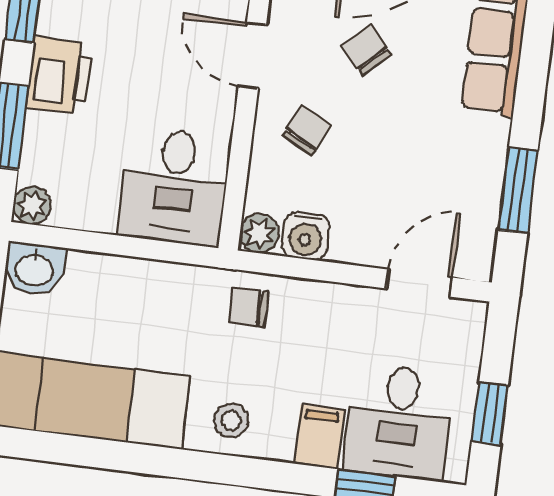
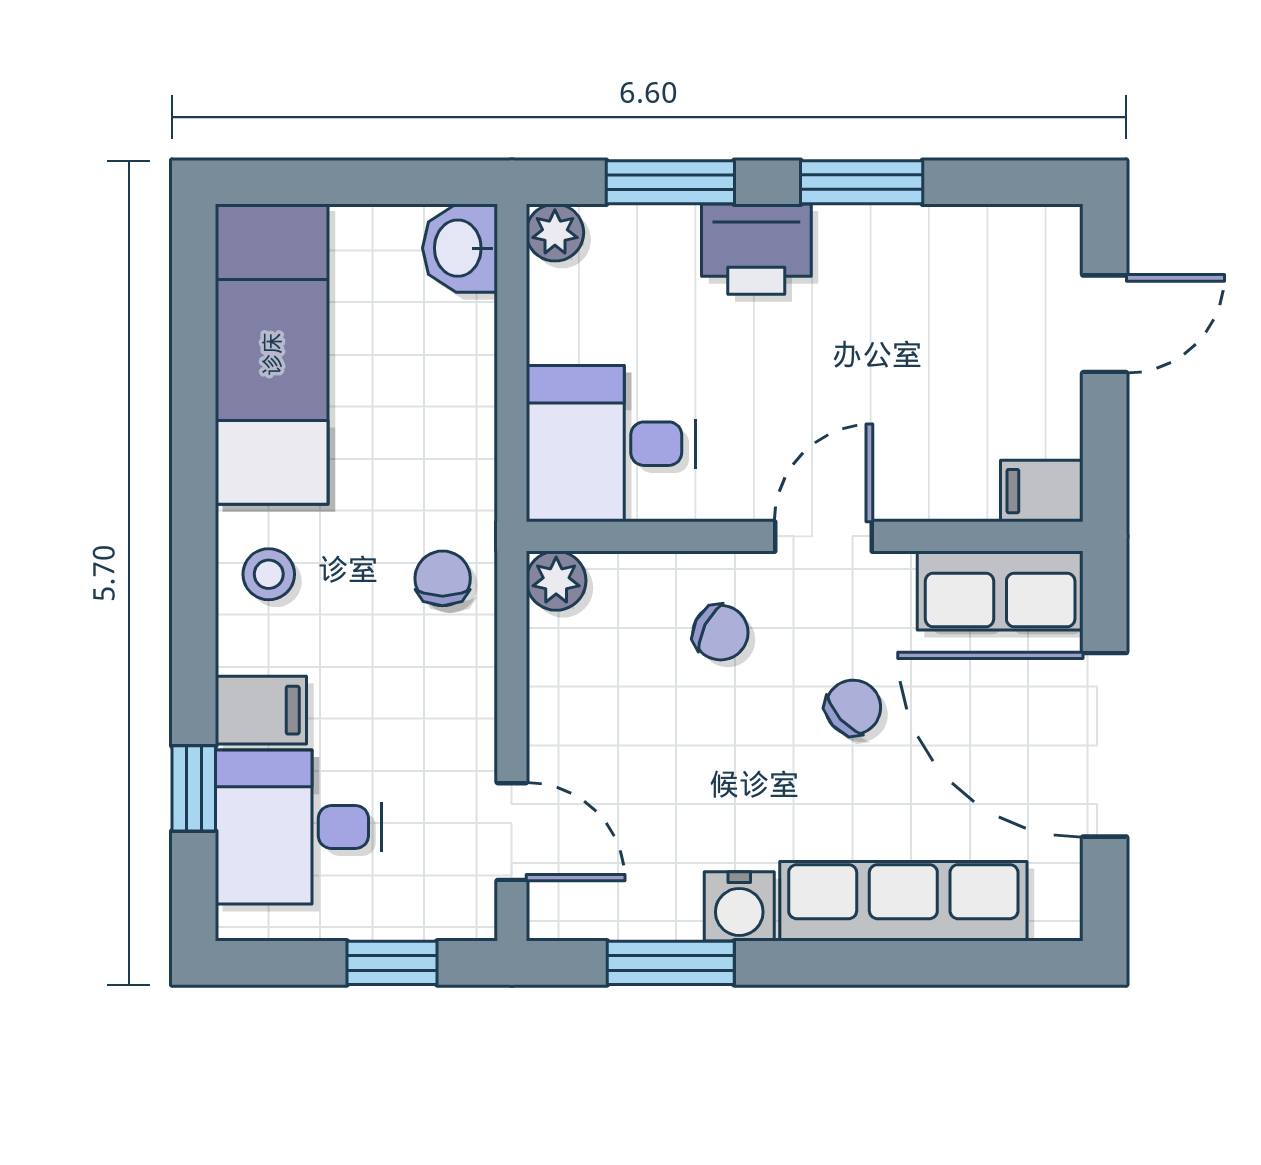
water cooler: (306, 236) -> (739, 906), moved, turned -90
window: (490, 414) -> (392, 963), moved

